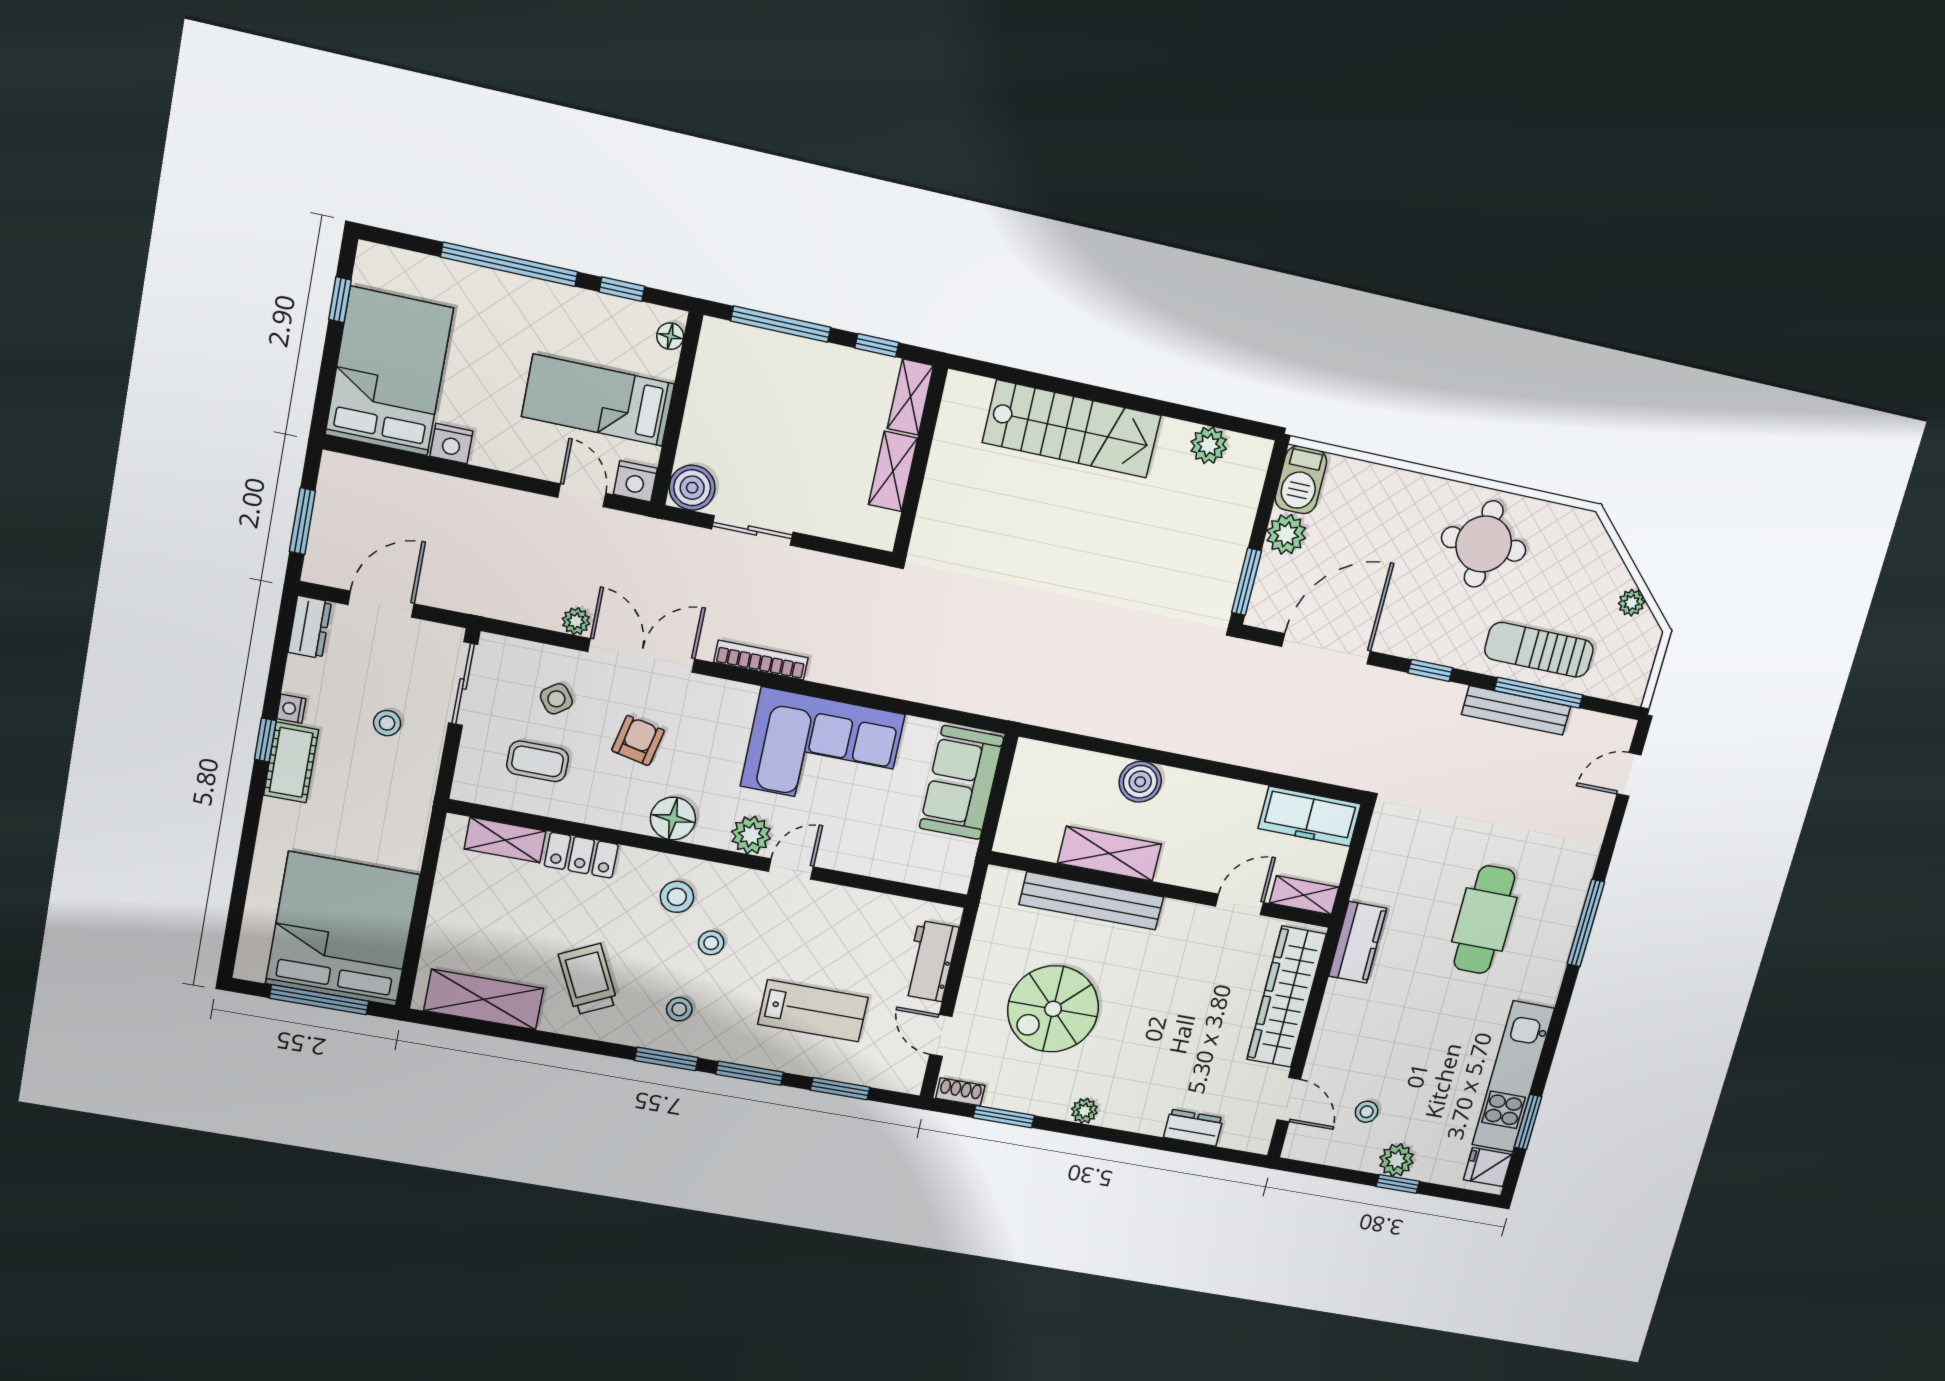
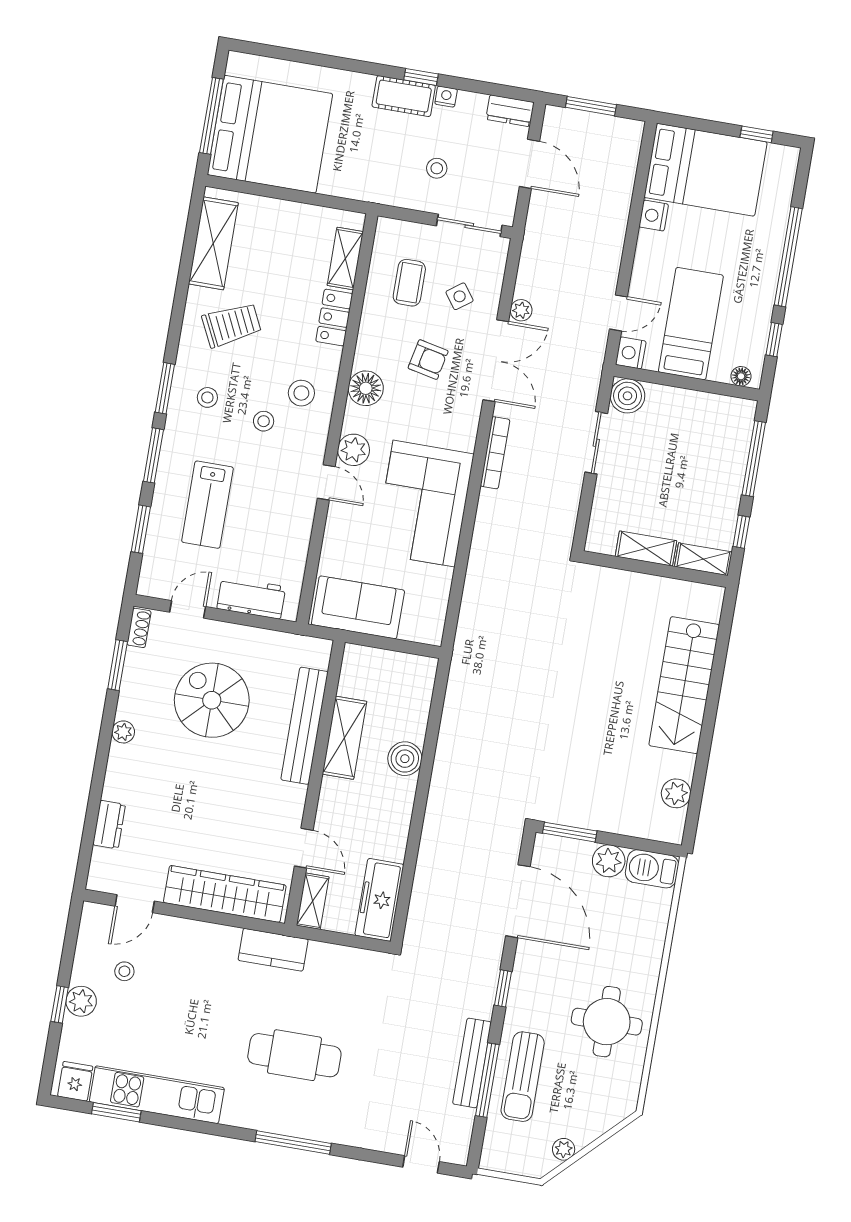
sun lounger: (1539, 650) -> (523, 1077), turned 180
sofa: (961, 783) -> (358, 607), moved

